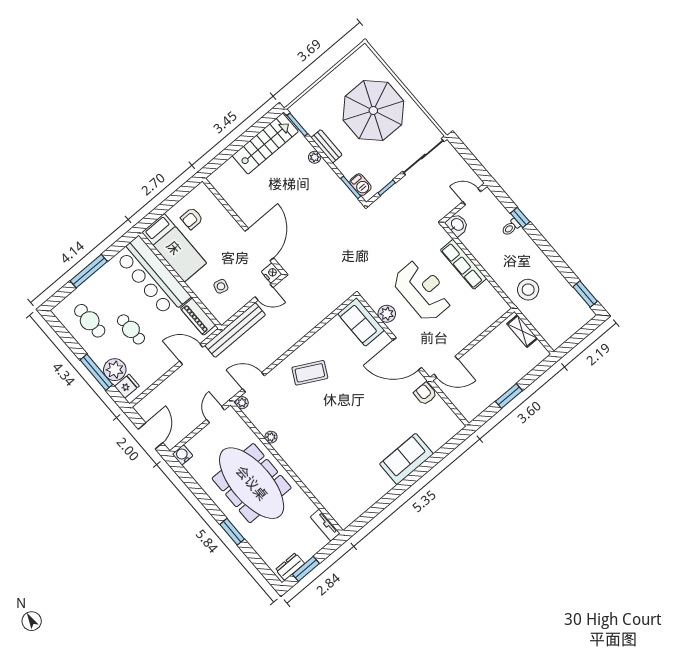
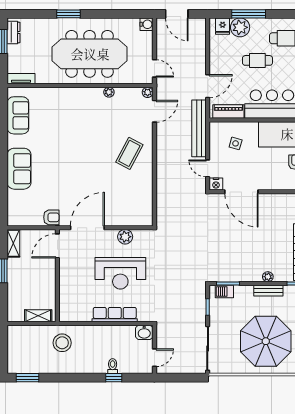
door: (264, 292) -> (208, 168), hinge flipped
sofa: (361, 322) -> (18, 115), moved, turned 90
shelving: (477, 408) -> (13, 243), added

